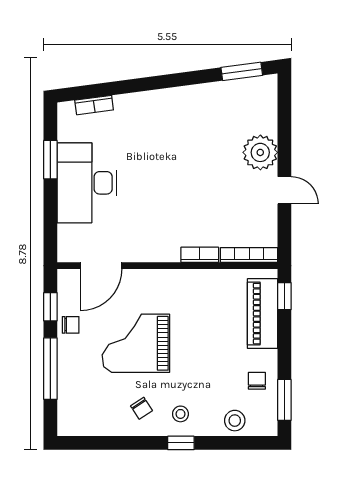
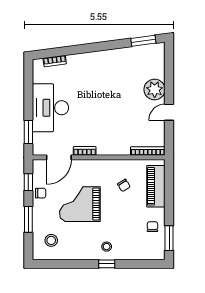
window: (50, 160) -> (28, 132), moved
door: (284, 190) -> (169, 112), swing flipped
bookcase: (200, 255) -> (85, 151), moved
window: (284, 296) -> (169, 176), removed
window: (50, 369) -> (28, 219), width x0.69
chair: (141, 408) -> (124, 185), moved
stool: (235, 421) -> (51, 240), moved

